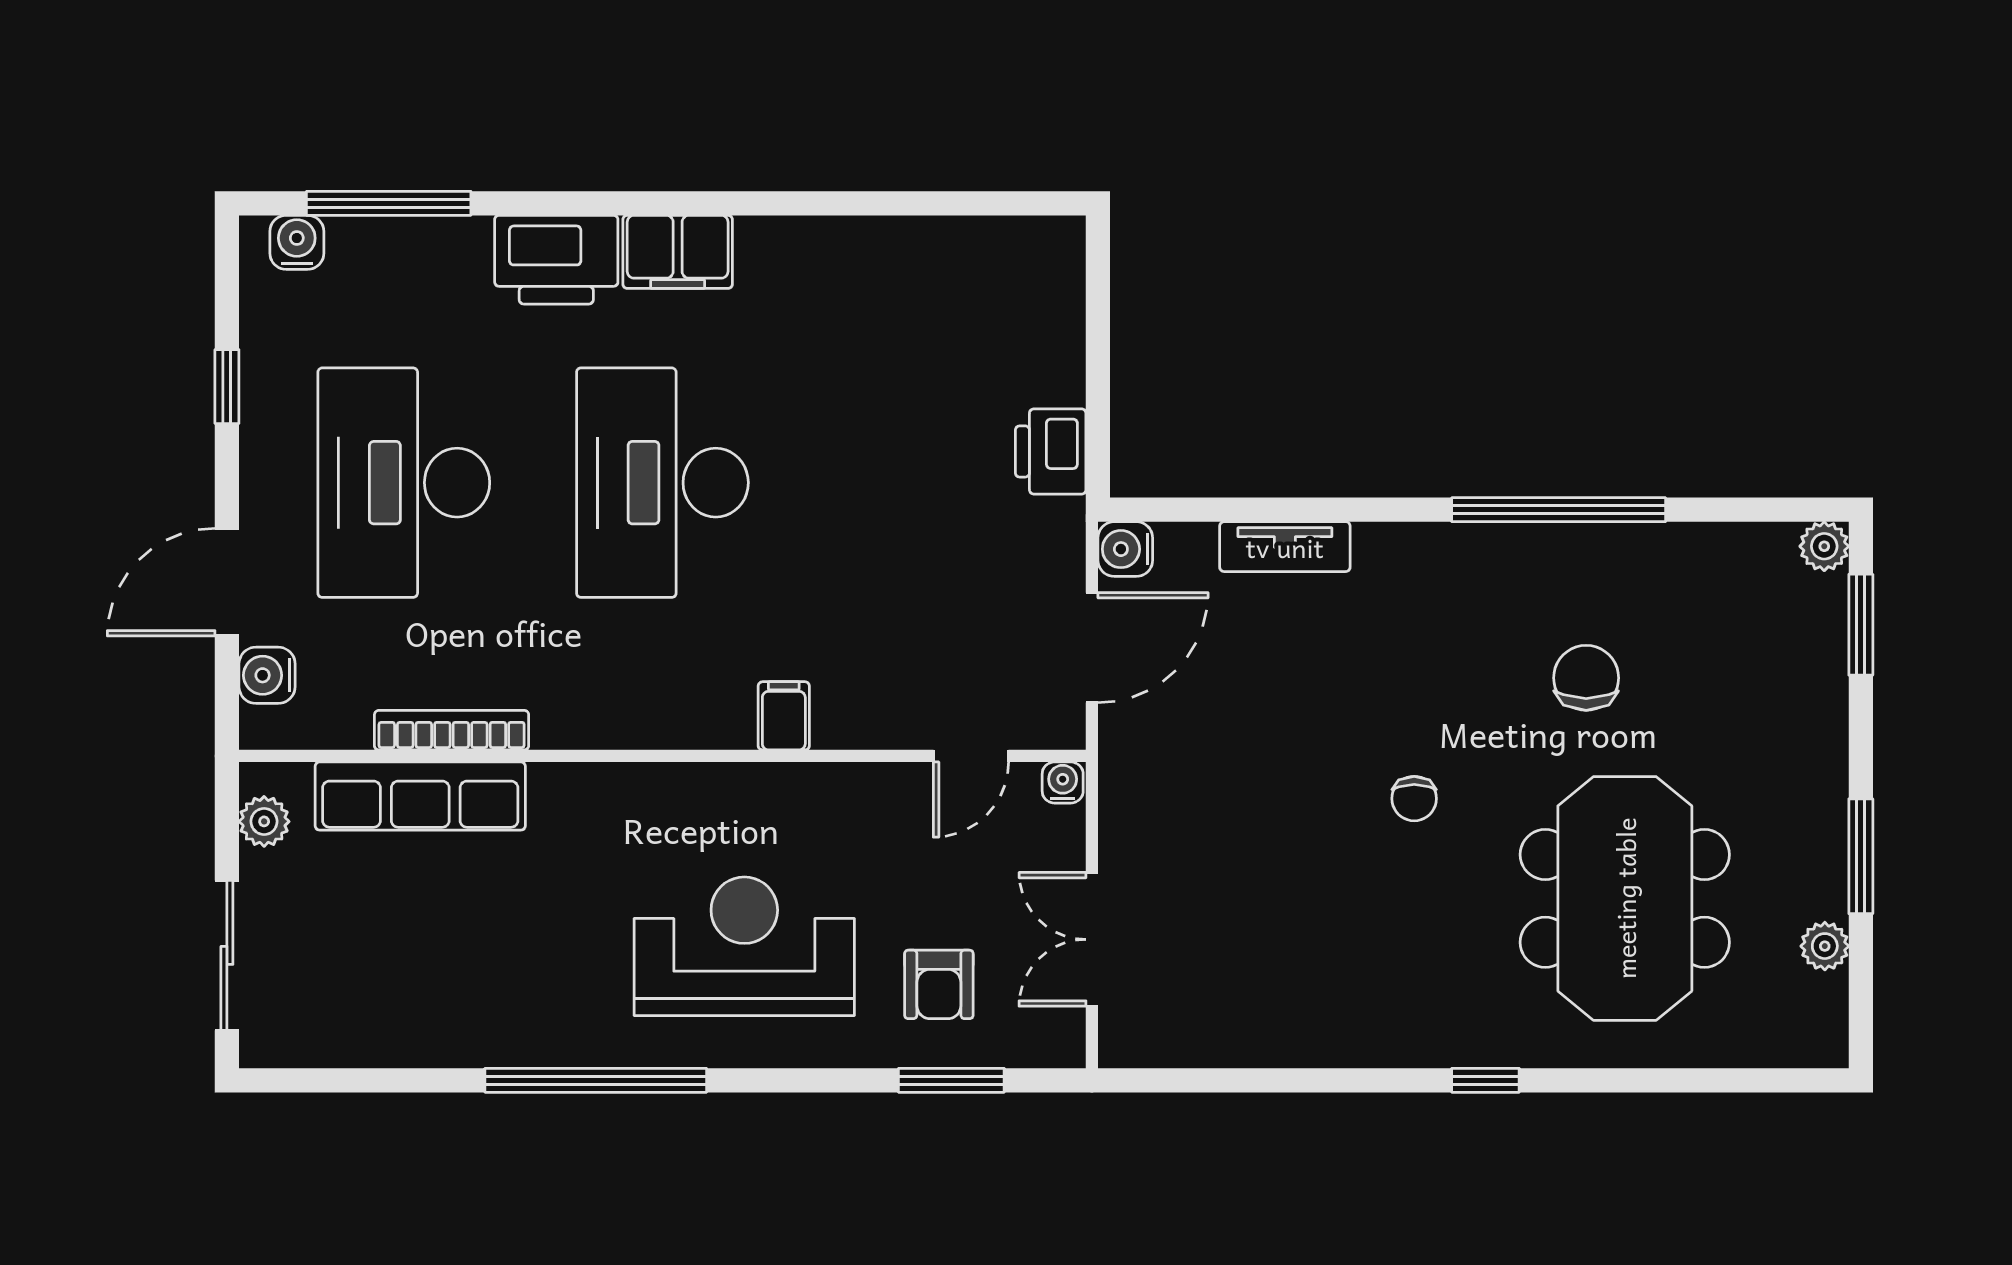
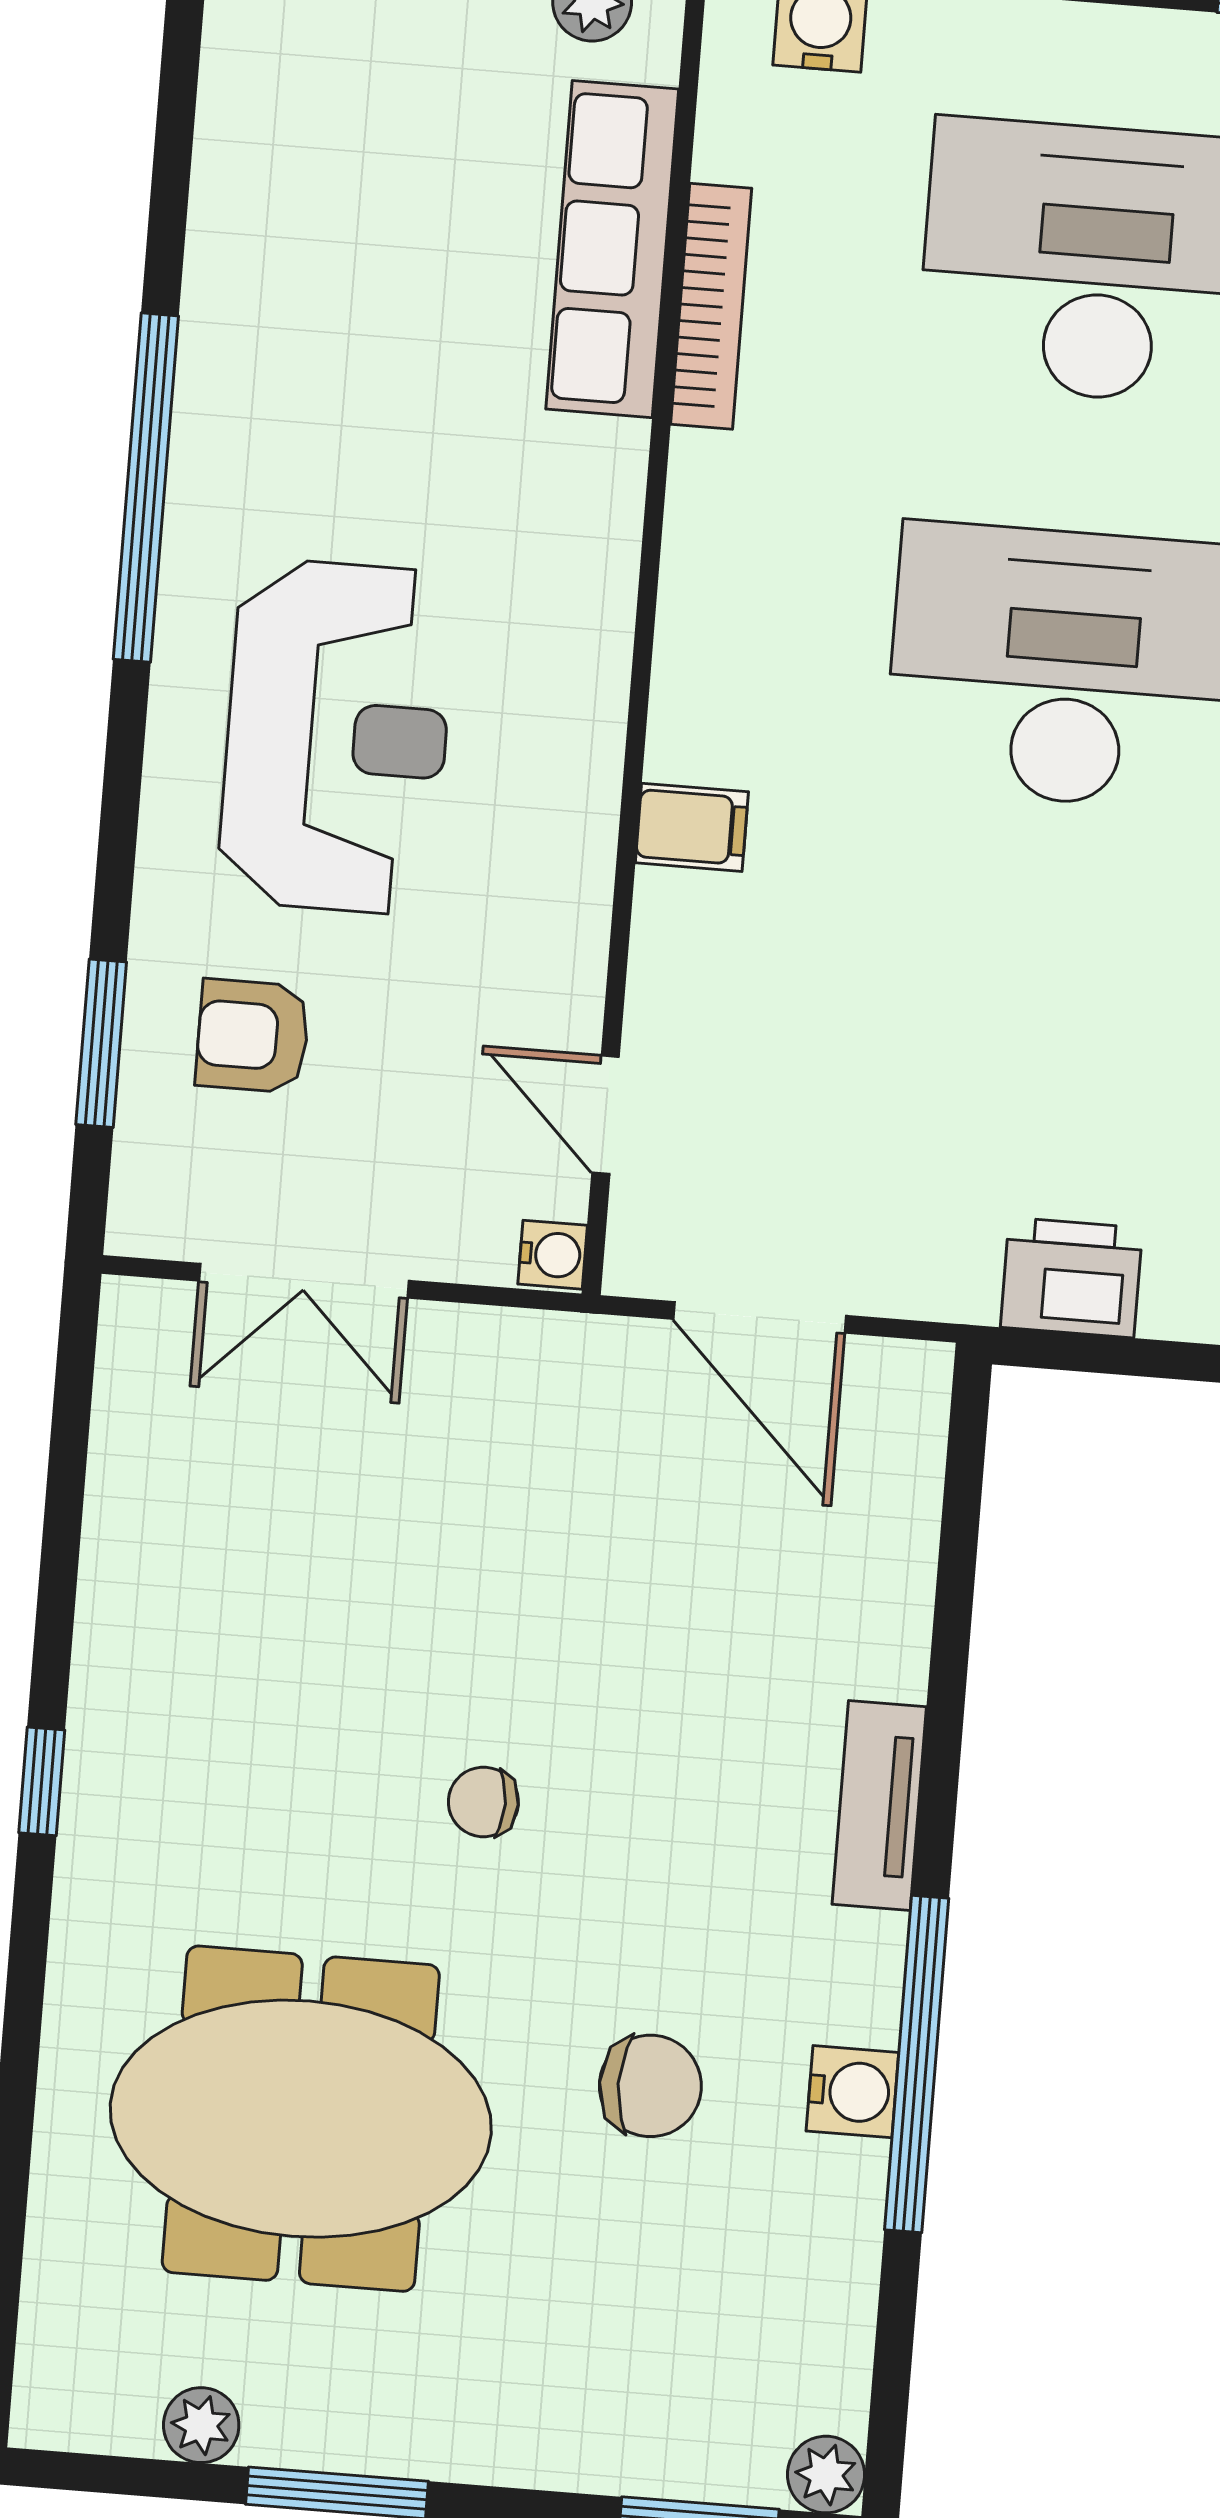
tv unit: (1285, 547) -> (879, 1806), moved
water cooler: (1125, 549) -> (852, 2092), moved, turned 90
double door: (1092, 939) -> (304, 1281), swing flipped
window: (1485, 1080) -> (42, 1781), moved

